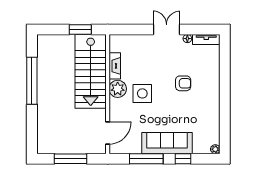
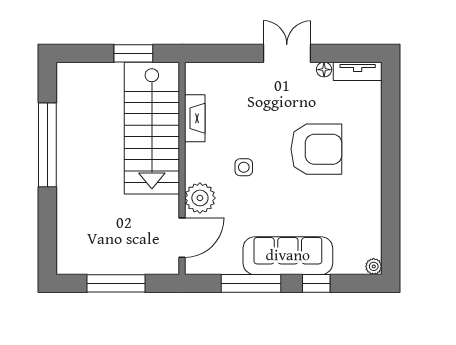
armchair: (183, 83) -> (316, 149), width x1.88, depth x1.88
plant: (118, 89) -> (200, 198), moved
side table: (142, 93) -> (244, 167), width x0.54, depth x0.54

